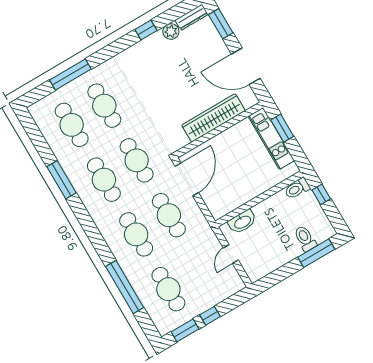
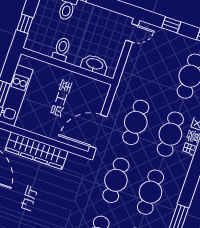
toilet: (297, 188) -> (62, 49), moved, turned -90
door: (231, 254) -> (132, 33), moved
window: (210, 316) -> (171, 25), moved

